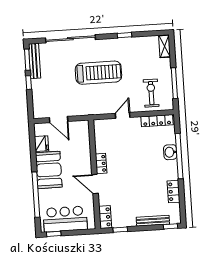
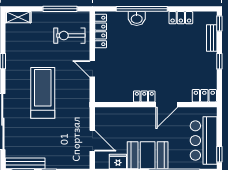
door: (59, 120) -> (92, 141), hinge flipped
bench: (153, 221) -> (212, 38), width x0.73
window: (120, 230) -> (219, 61), moved

